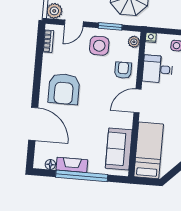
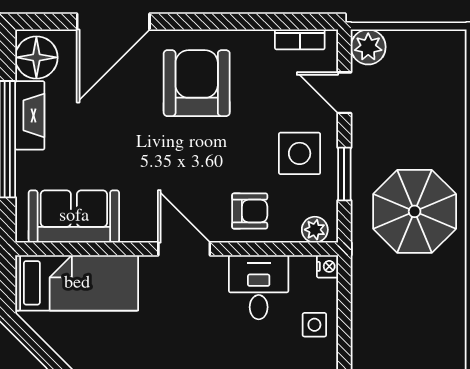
armchair: (64, 89) -> (197, 83), turned 90
floor lamp: (50, 165) -> (36, 57), width x1.89, depth x1.89

